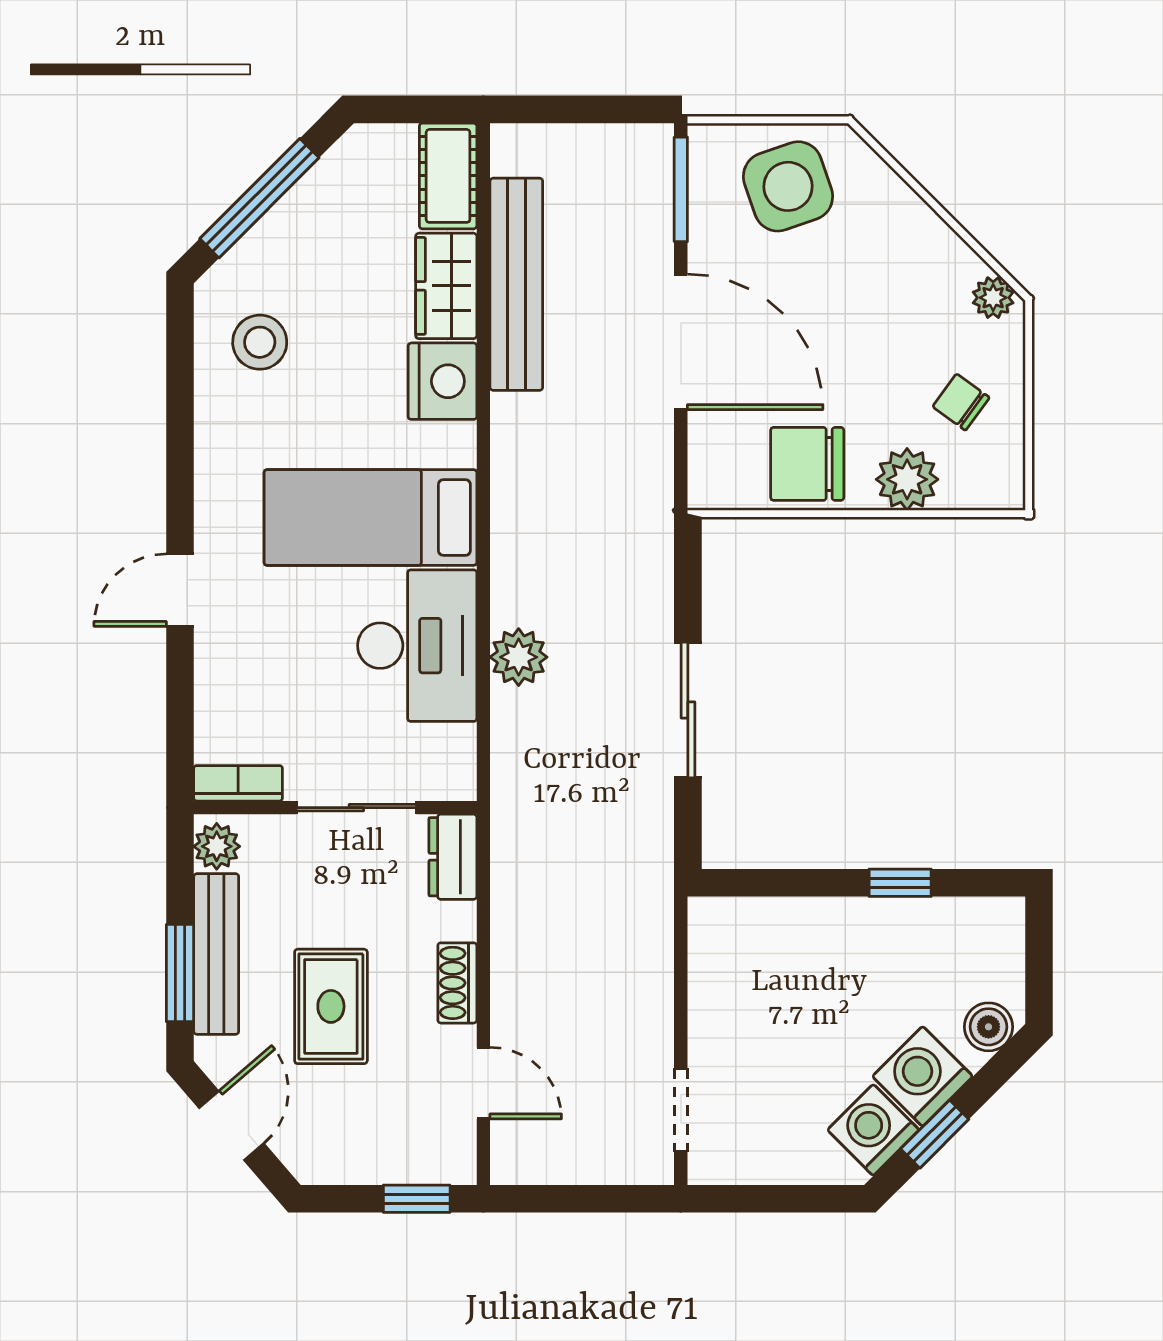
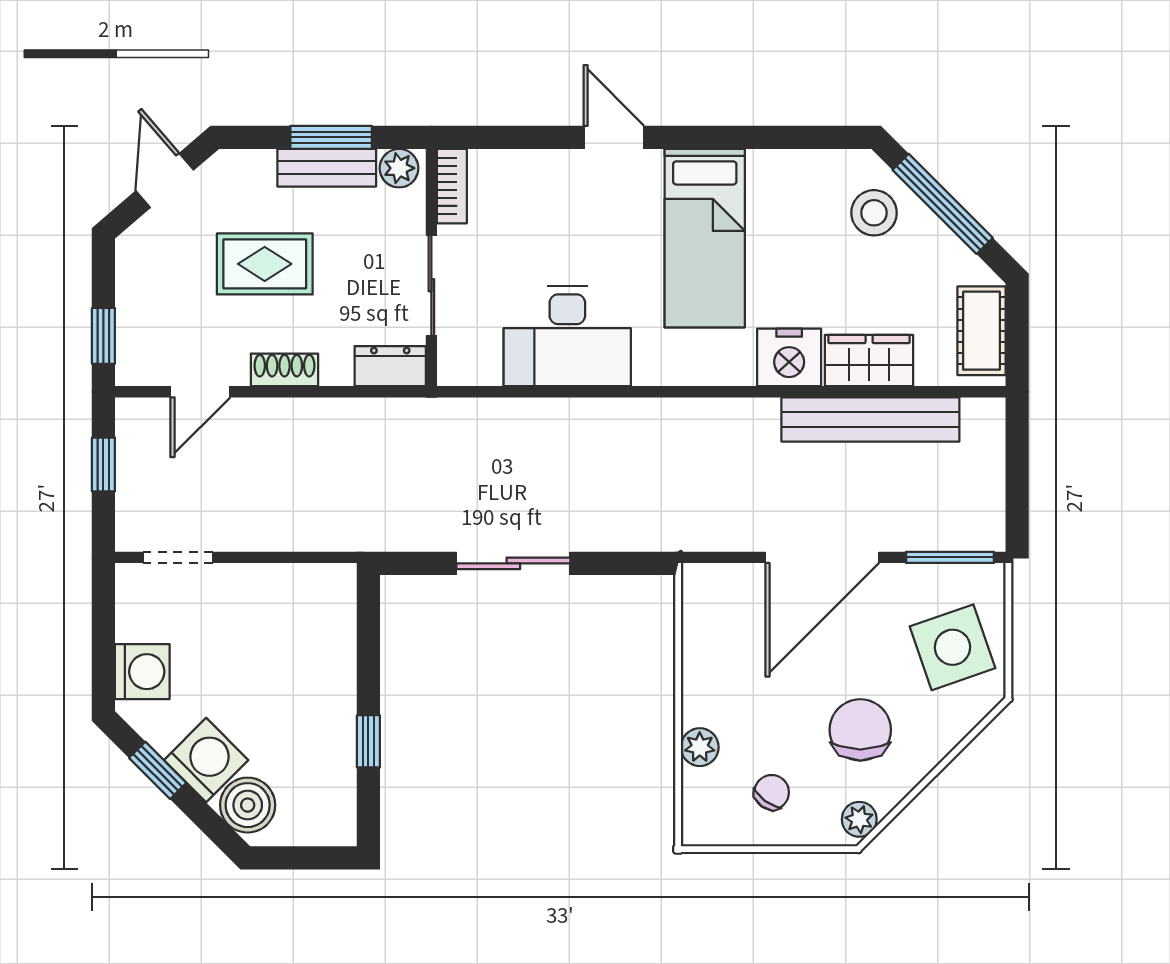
cot: (448, 176) -> (981, 331), moved, turned 90
stool: (260, 342) -> (874, 213), moved
chair: (807, 464) -> (860, 730), moved
plant: (907, 479) -> (700, 747), width x0.73, depth x0.73
bed: (370, 518) -> (705, 238), moved, turned 180
plant: (519, 657) -> (558, 421), removed
bench: (216, 954) -> (327, 168), width x0.73
window: (180, 973) -> (331, 137), moved
boiler: (989, 1027) -> (248, 805), width x1.36, depth x1.36
door: (231, 1126) -> (165, 180), swing flipped
washing machine: (873, 1130) -> (142, 672), moved, turned 45
window: (570, 1199) -> (103, 465), added

